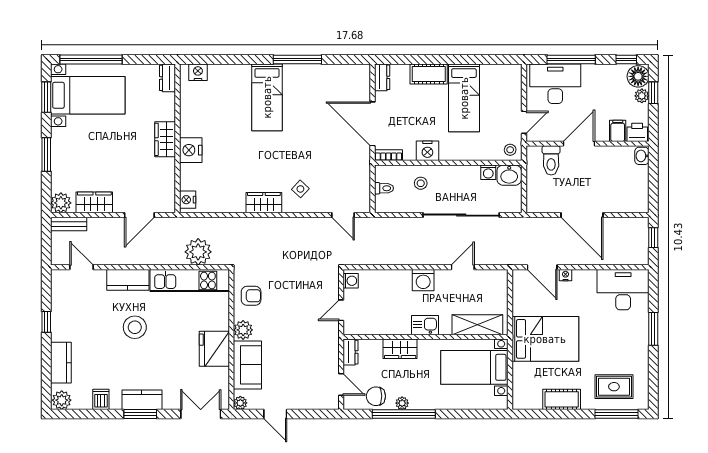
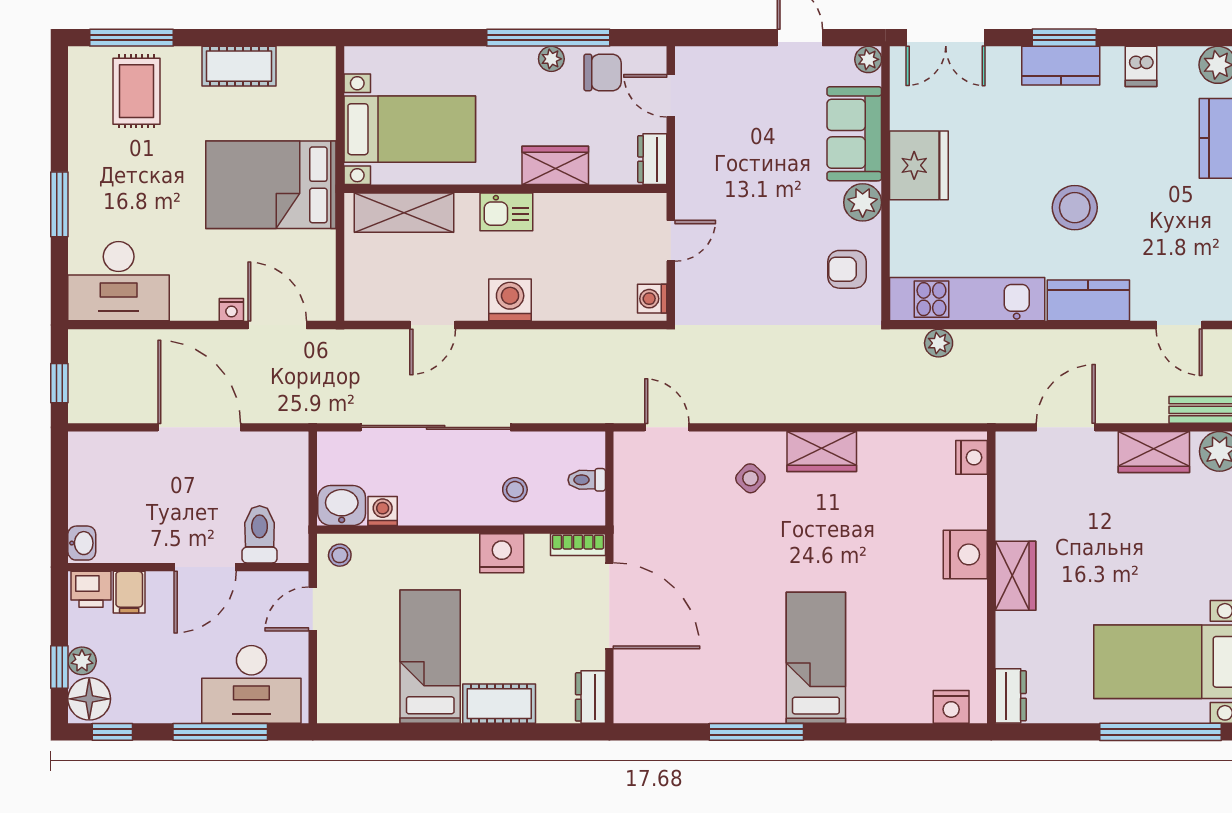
plant: (198, 252) -> (939, 343), width x0.53, depth x0.53
rug: (614, 387) -> (136, 91), turned 90

